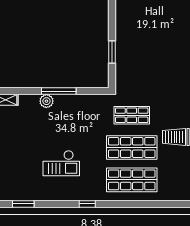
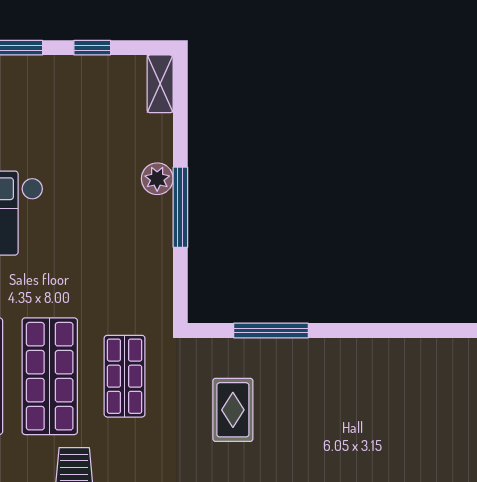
window: (112, 52) -> (271, 331), width x1.44
rug: (146, 68) -> (233, 410), added

